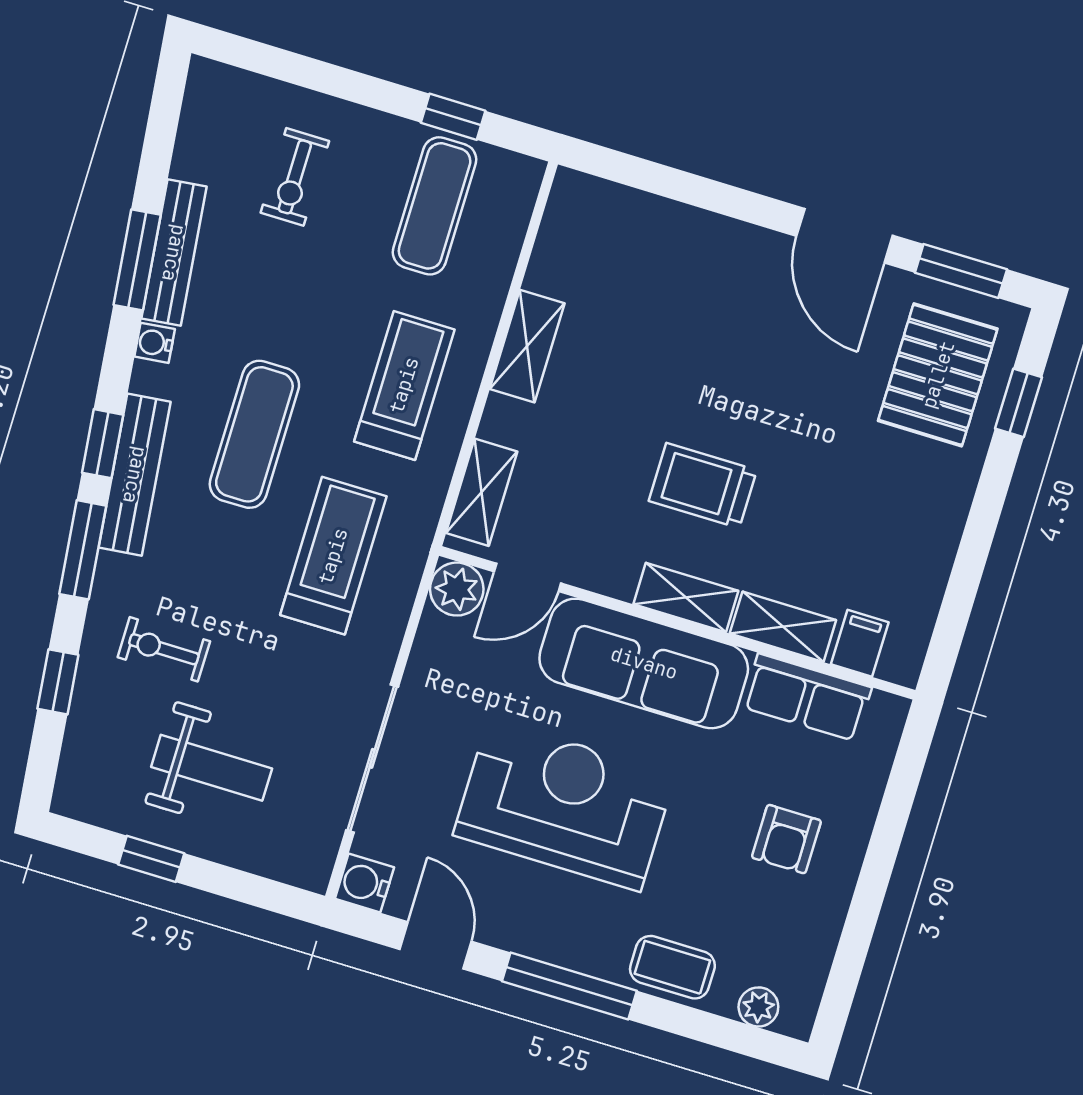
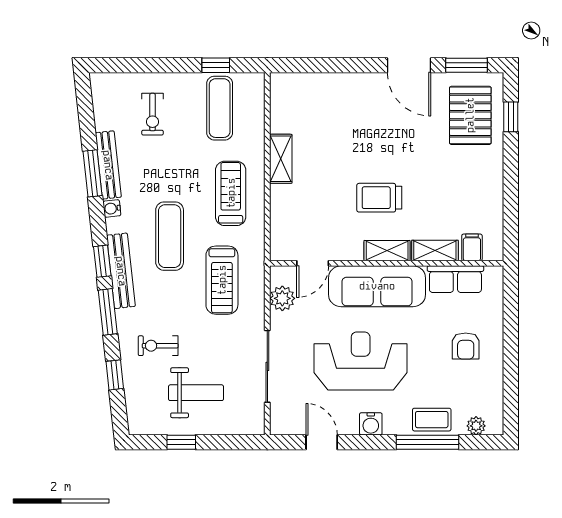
shelving: (482, 492) -> (280, 231), removed
treadmill: (333, 556) -> (222, 280), turned 180
plant: (457, 589) -> (282, 298), moved
water cooler: (364, 883) -> (371, 424), moved, turned -90
window: (569, 986) -> (427, 442), moved

